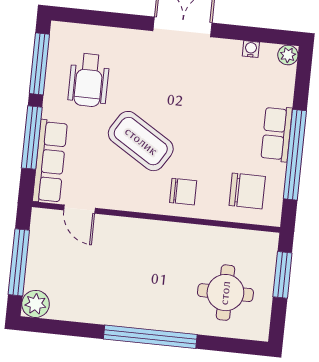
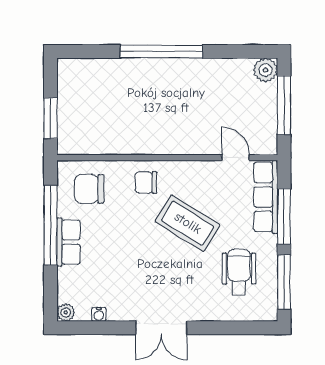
round table: (225, 293) -> (99, 97), removed

